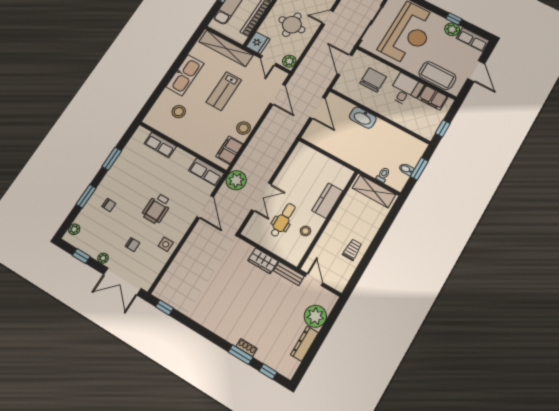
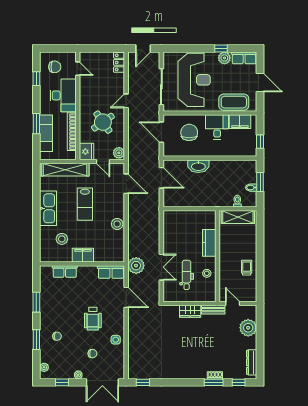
round table: (292, 25) -> (103, 122), turned -35
filing cabinet: (230, 150) -> (83, 255), moved, turned 90
dresser: (304, 344) -> (252, 362), moved

